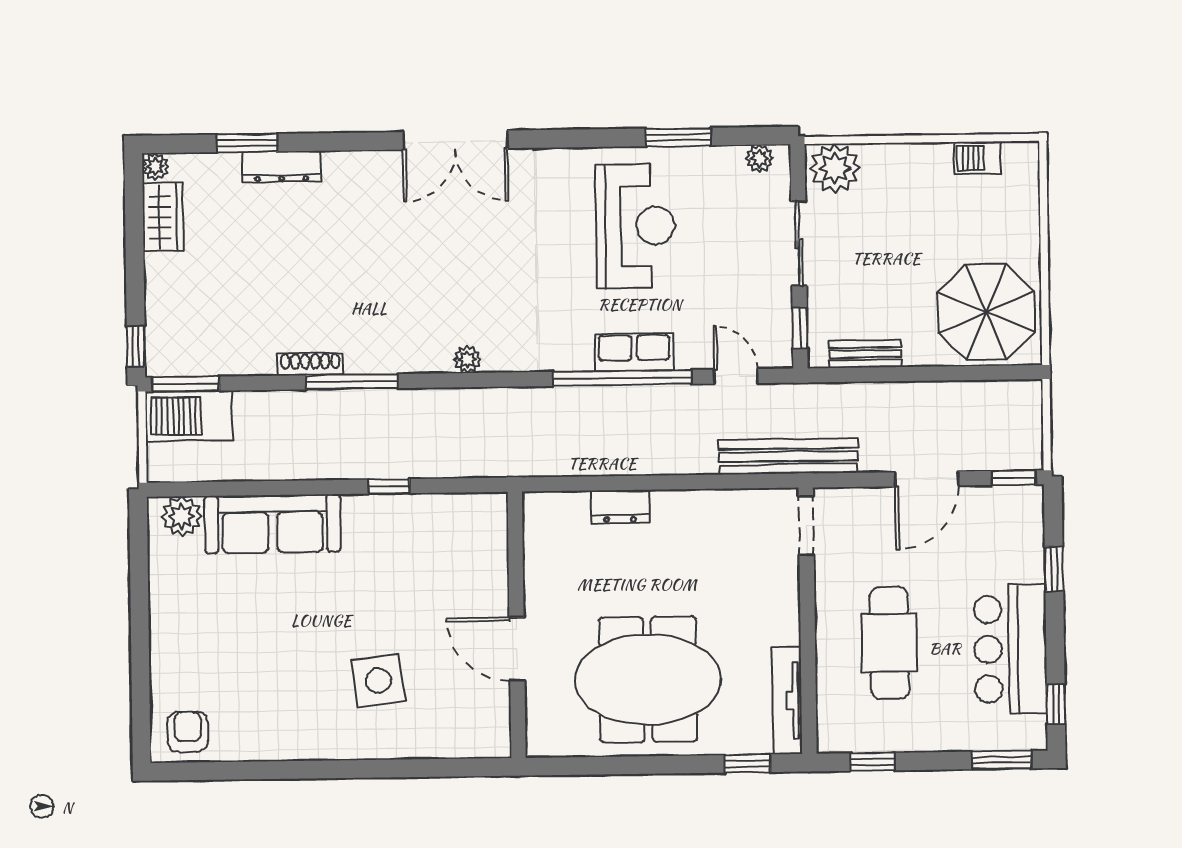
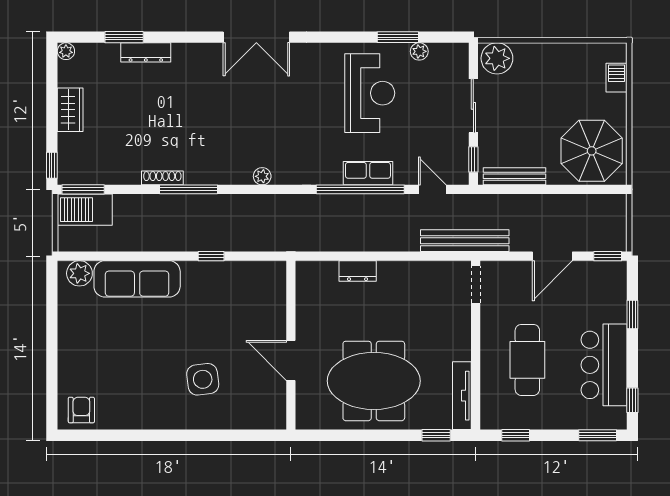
plant: (759, 158) -> (419, 51), moved
barbecue: (977, 158) -> (616, 78), moved, turned 90
wardrobe: (163, 217) -> (70, 110), moved
bench: (865, 354) -> (515, 176), width x1.36

